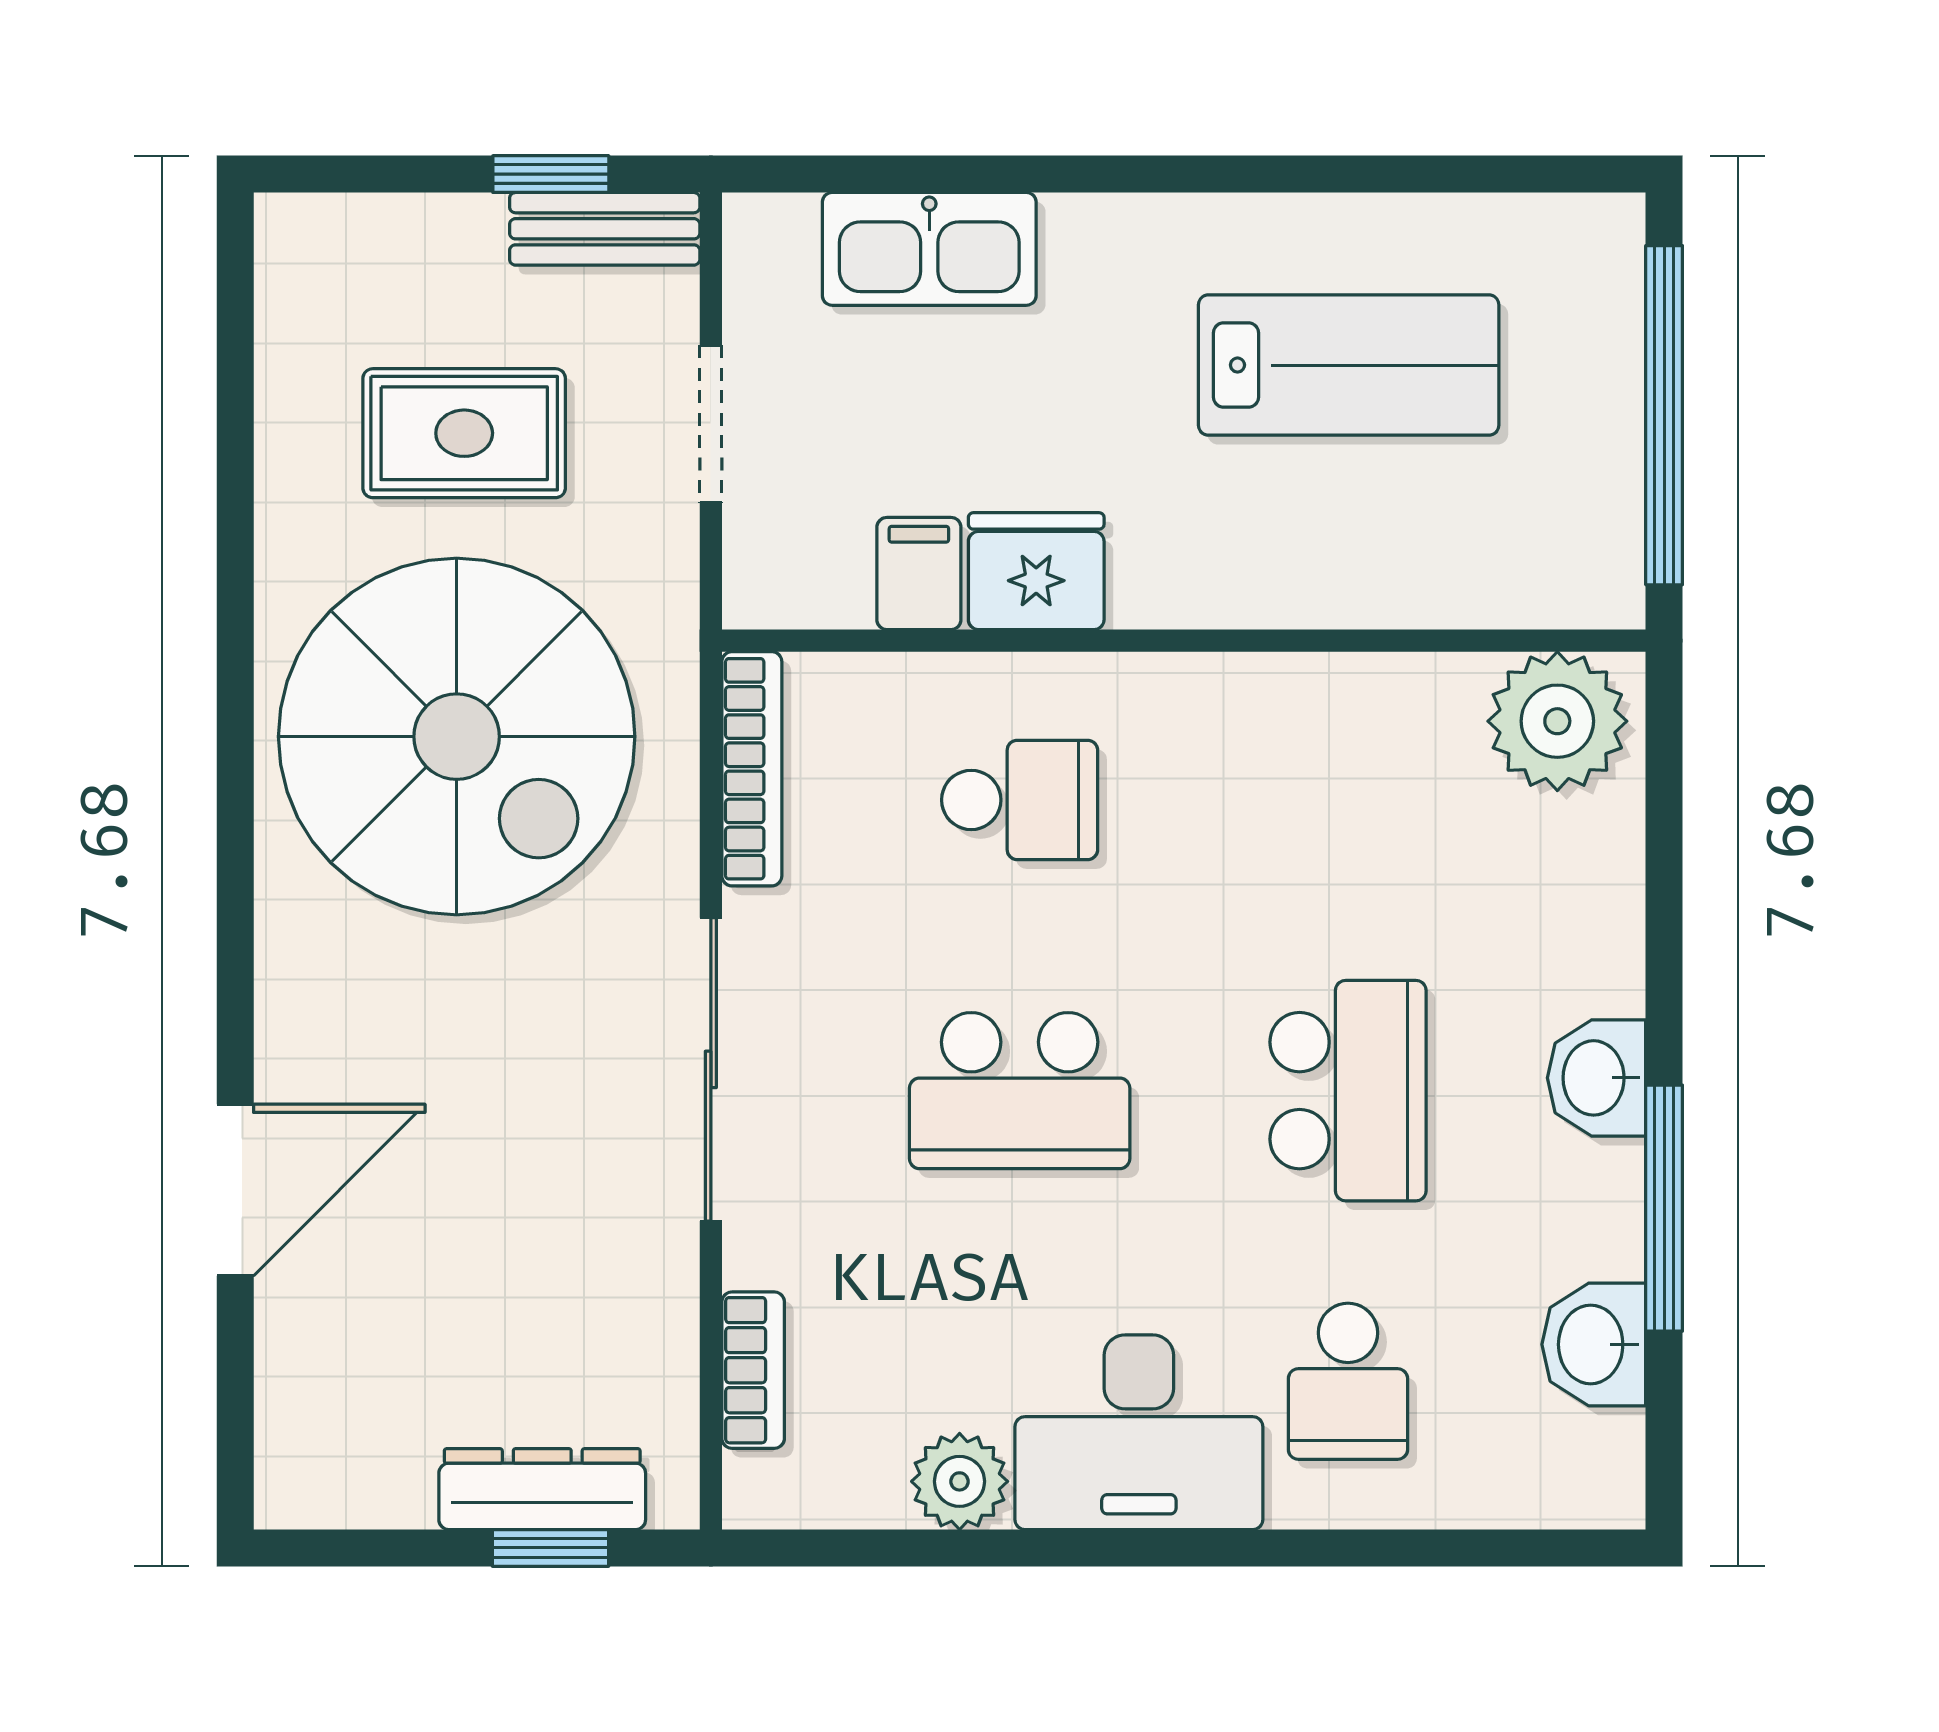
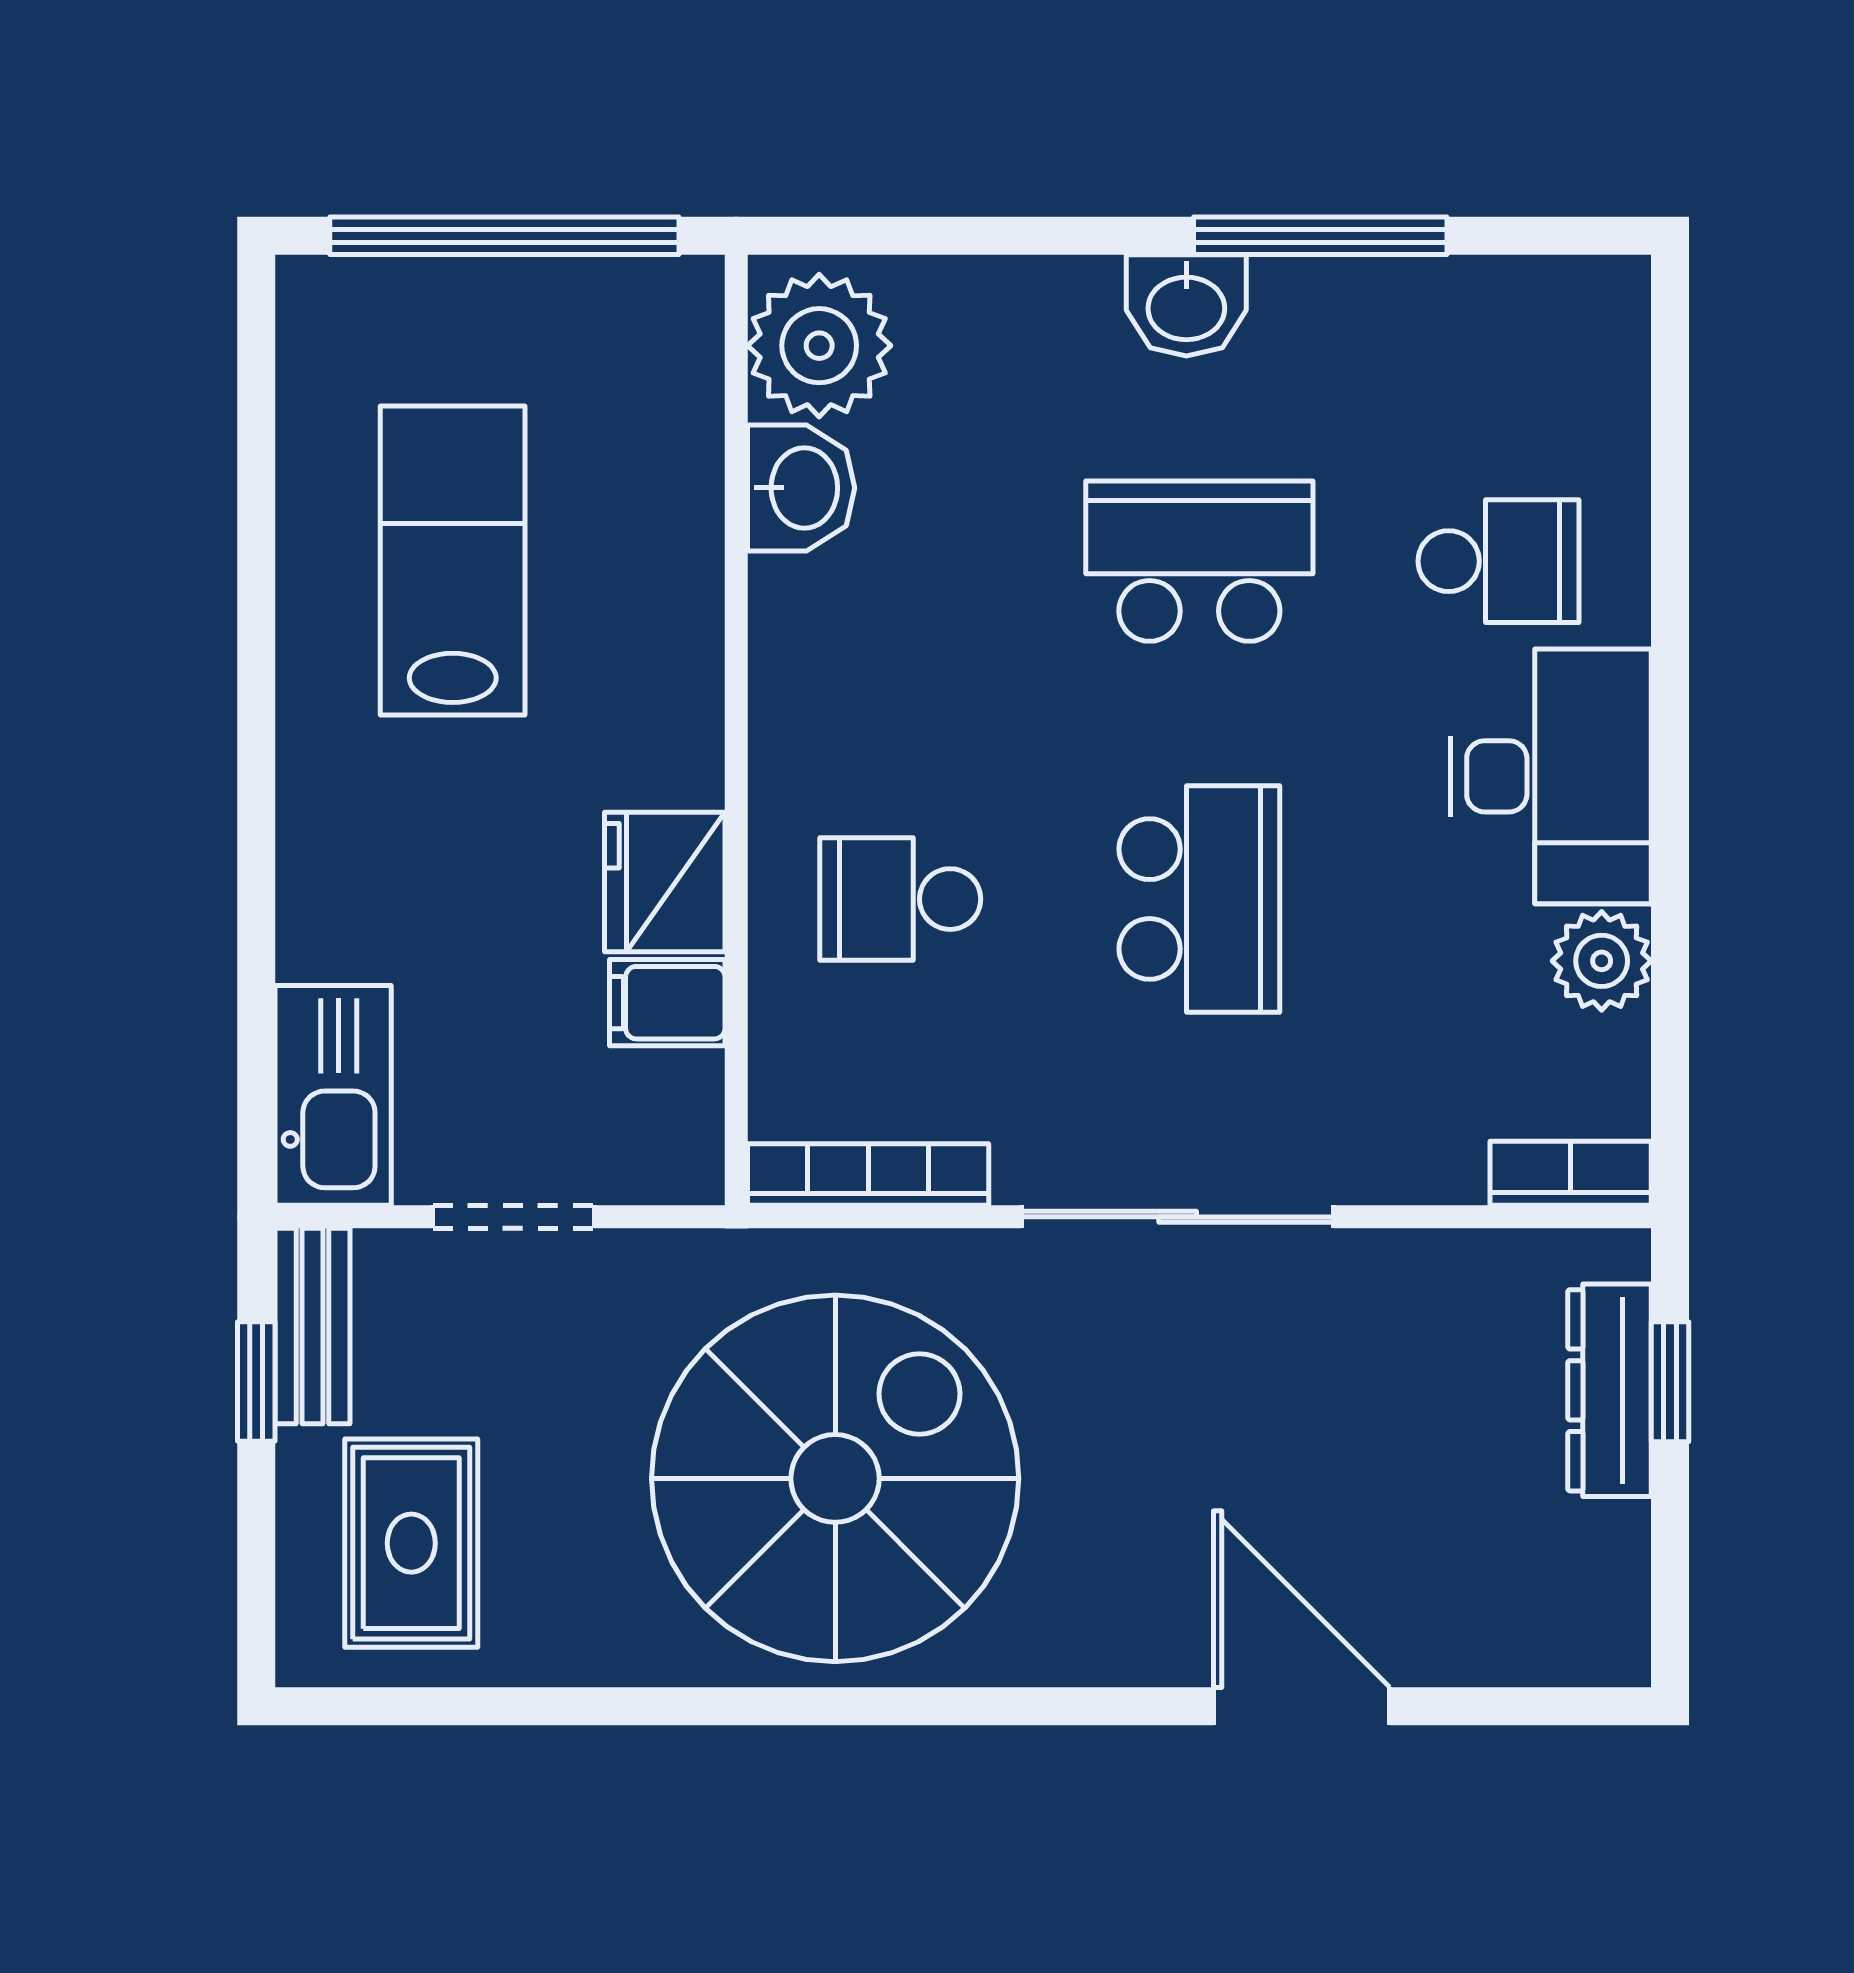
kitchen sink: (929, 249) -> (333, 1095), moved
rug: (464, 433) -> (411, 1543), moved
school desk: (1020, 800) -> (900, 899), turned -90
washbasin: (1594, 1344) -> (801, 488), moved, turned -90
bookcase: (753, 1370) -> (1571, 1173), moved

